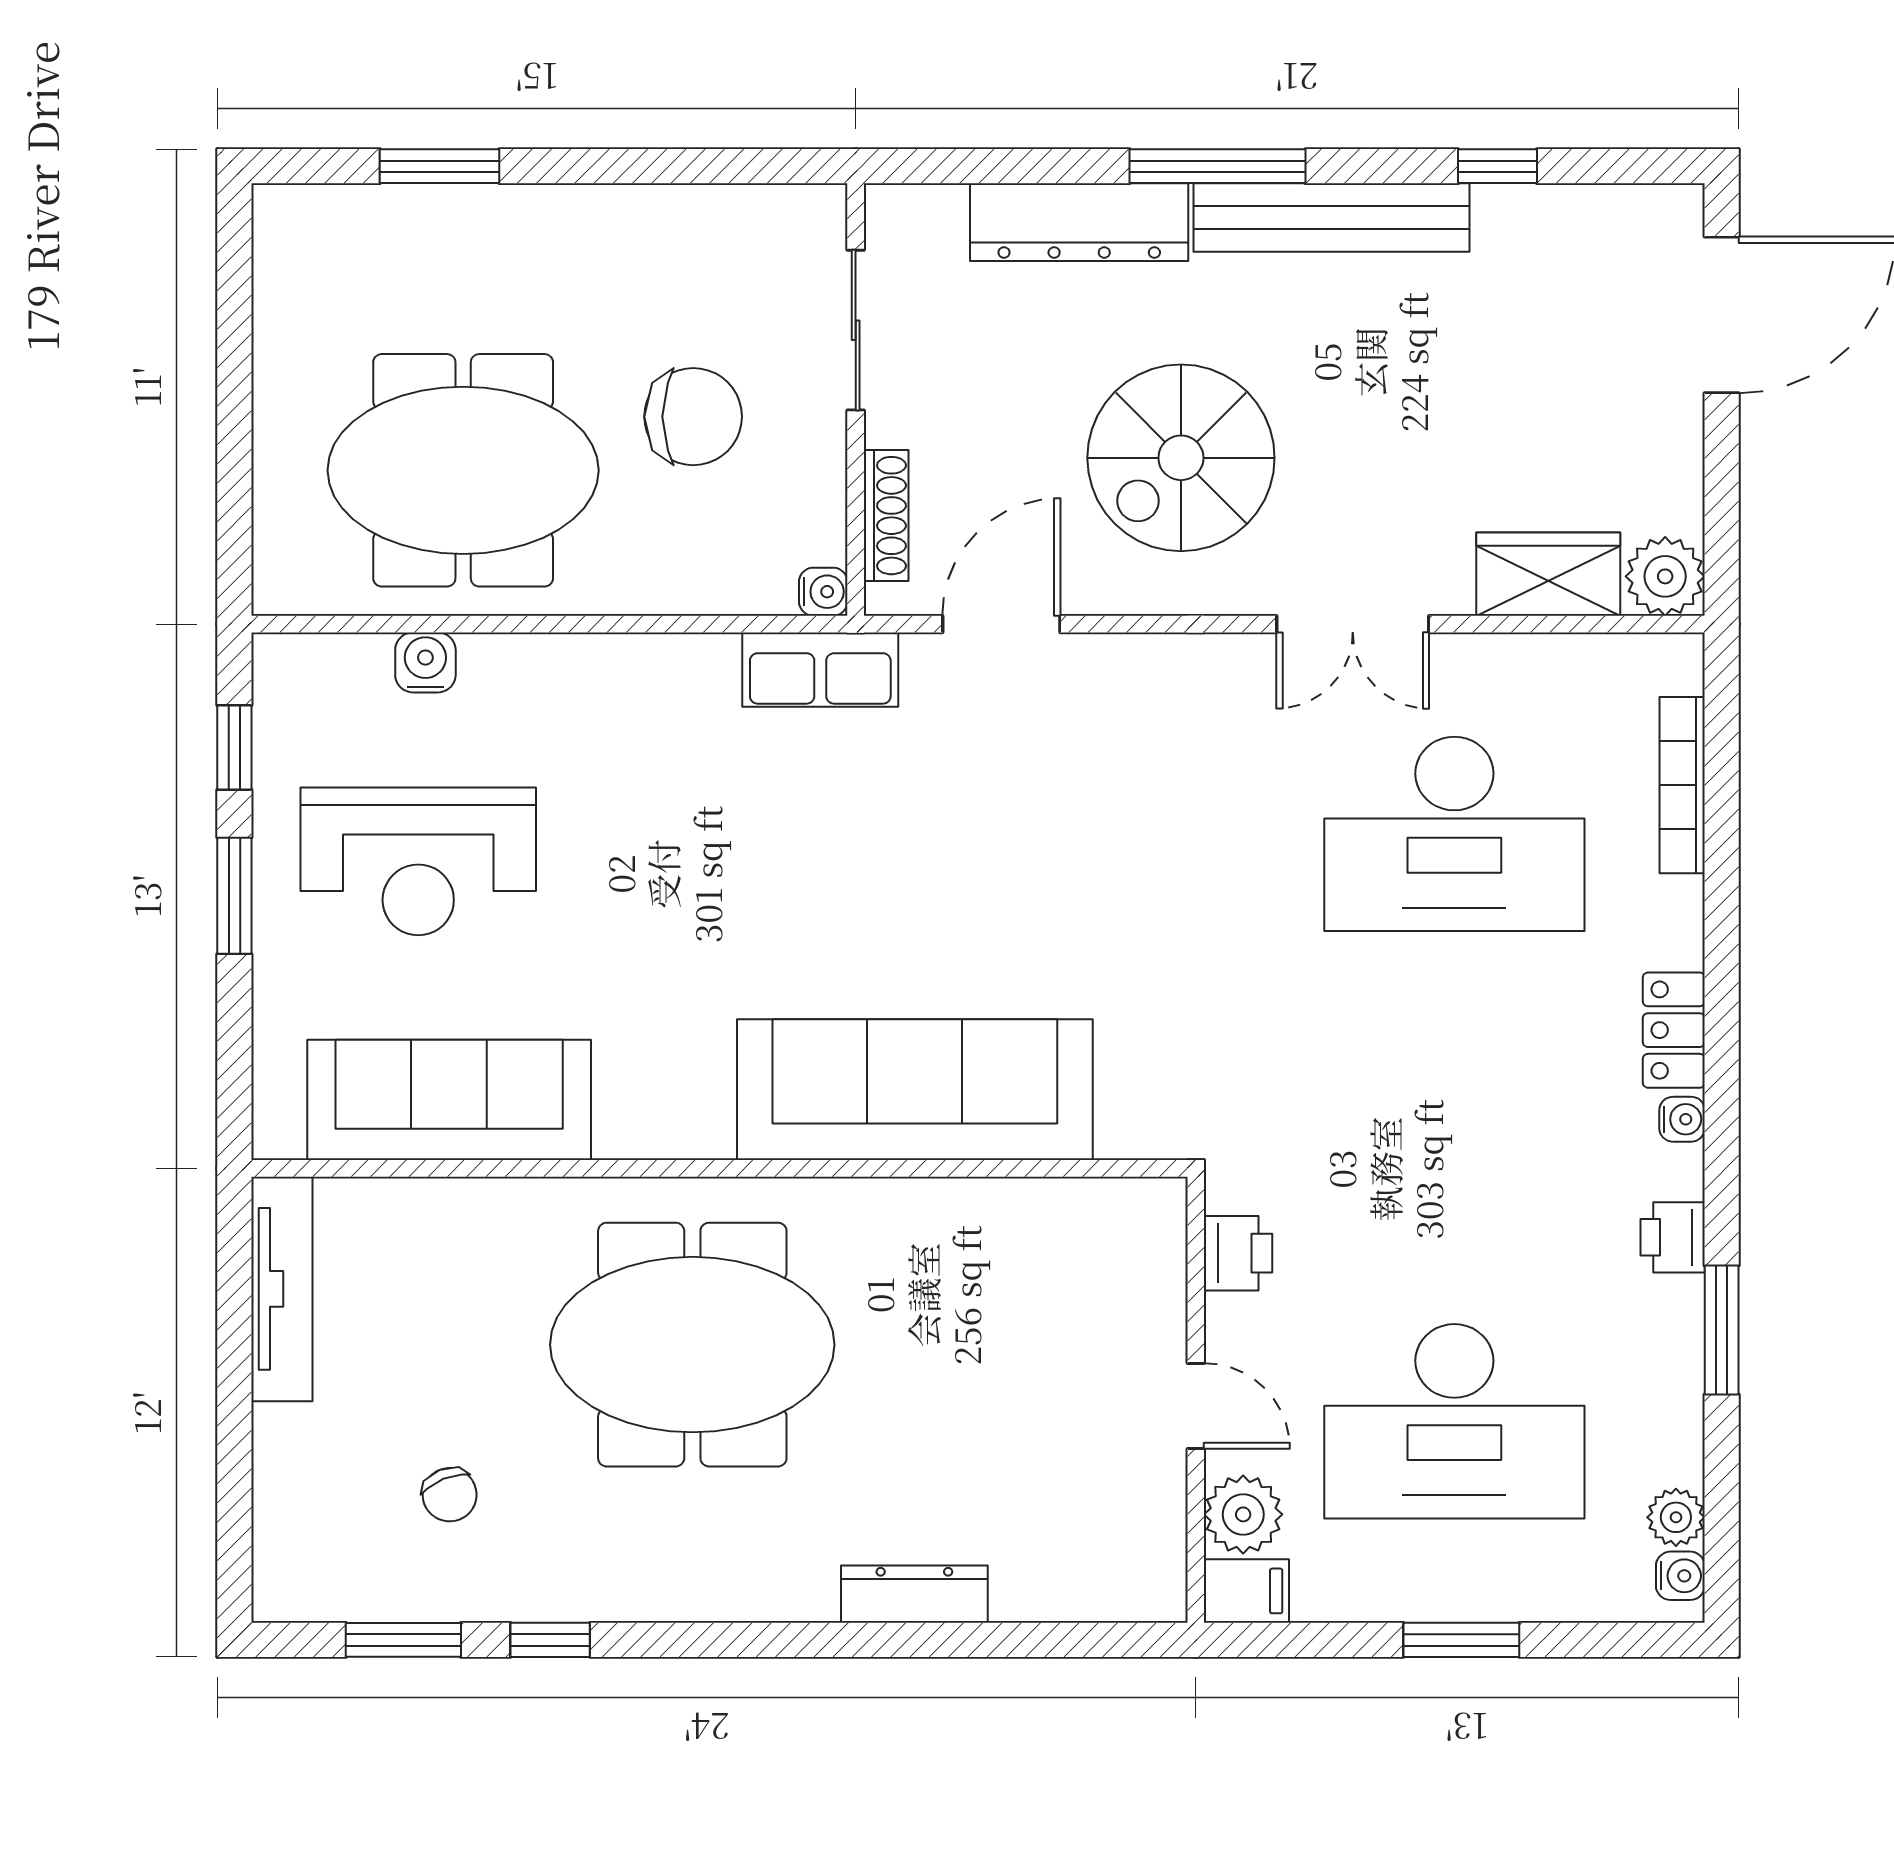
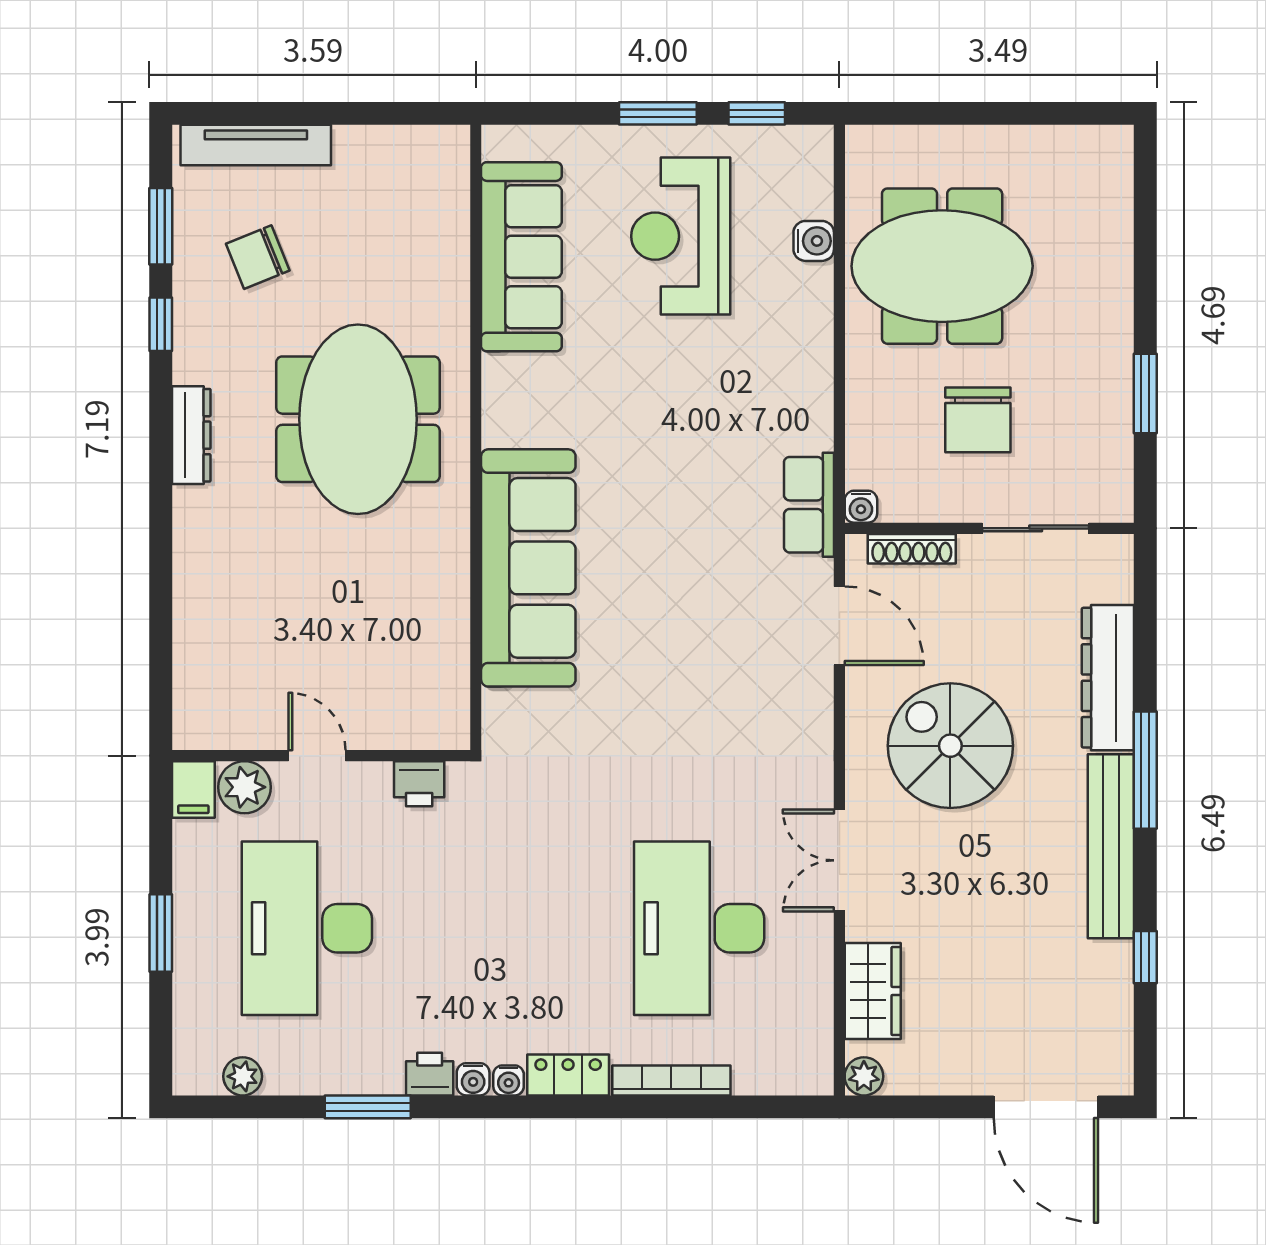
window: (439, 166) -> (1145, 393), moved
meeting table: (463, 470) -> (942, 266), turned 90
plant: (1665, 576) -> (864, 1076), width x0.73, depth x0.73
bookcase: (1682, 785) -> (671, 1080), moved
tv unit: (282, 1289) -> (256, 145), moved
door: (1196, 1406) -> (317, 756), swing flipped
chair: (450, 1495) -> (258, 257), width x1.37, depth x1.37
water cooler: (1680, 1576) -> (473, 1079), moved
dresser: (914, 1594) -> (191, 435), moved

